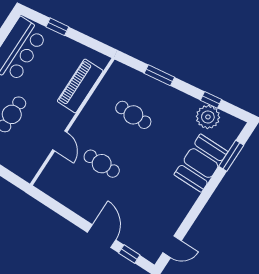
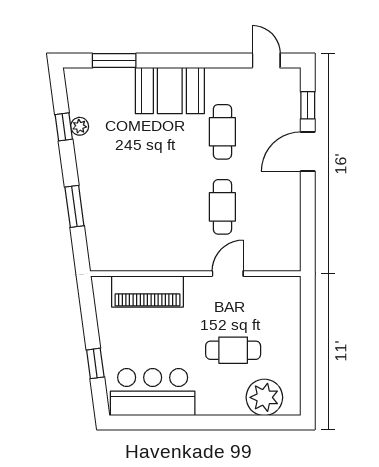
cafe table: (133, 115) -> (222, 132), moved
plant: (208, 117) -> (80, 126), width x0.53, depth x0.53
booth: (201, 163) -> (170, 91), moved

